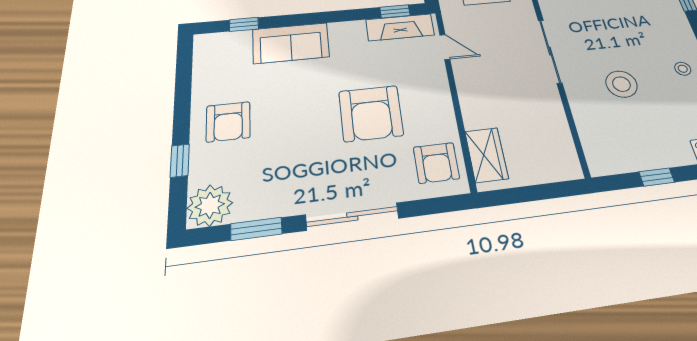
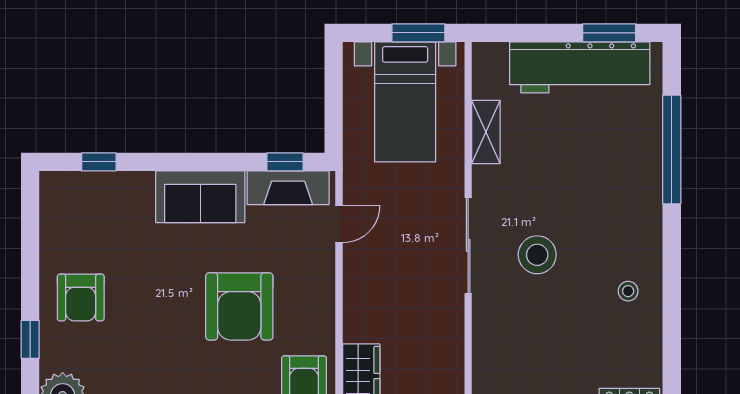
sofa: (291, 43) -> (200, 197), moved
door: (445, 47) -> (339, 224), hinge flipped
stool: (621, 84) -> (537, 255), moved

